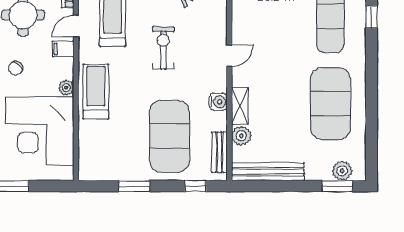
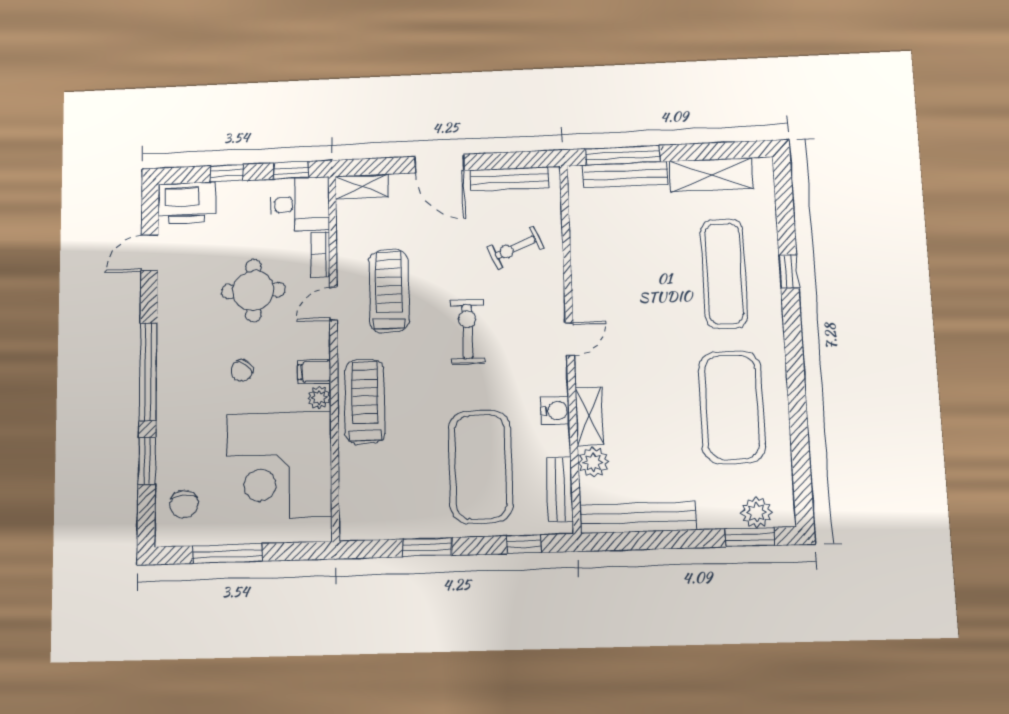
filing cabinet: (63, 49) -> (314, 372), moved

